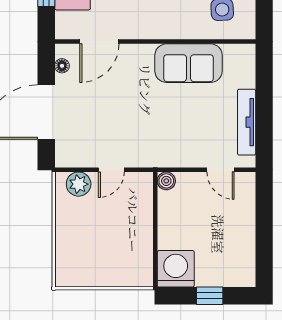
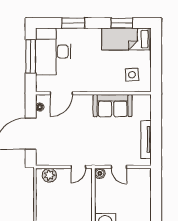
door: (111, 170) -> (78, 167), moved
door: (220, 170) -> (119, 167), moved

